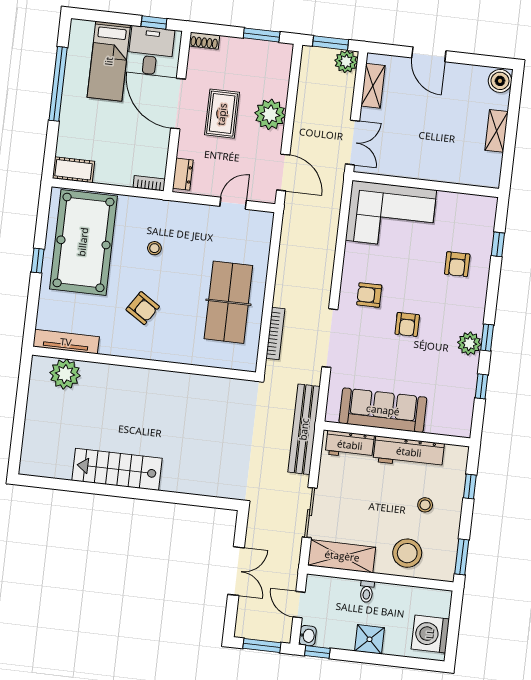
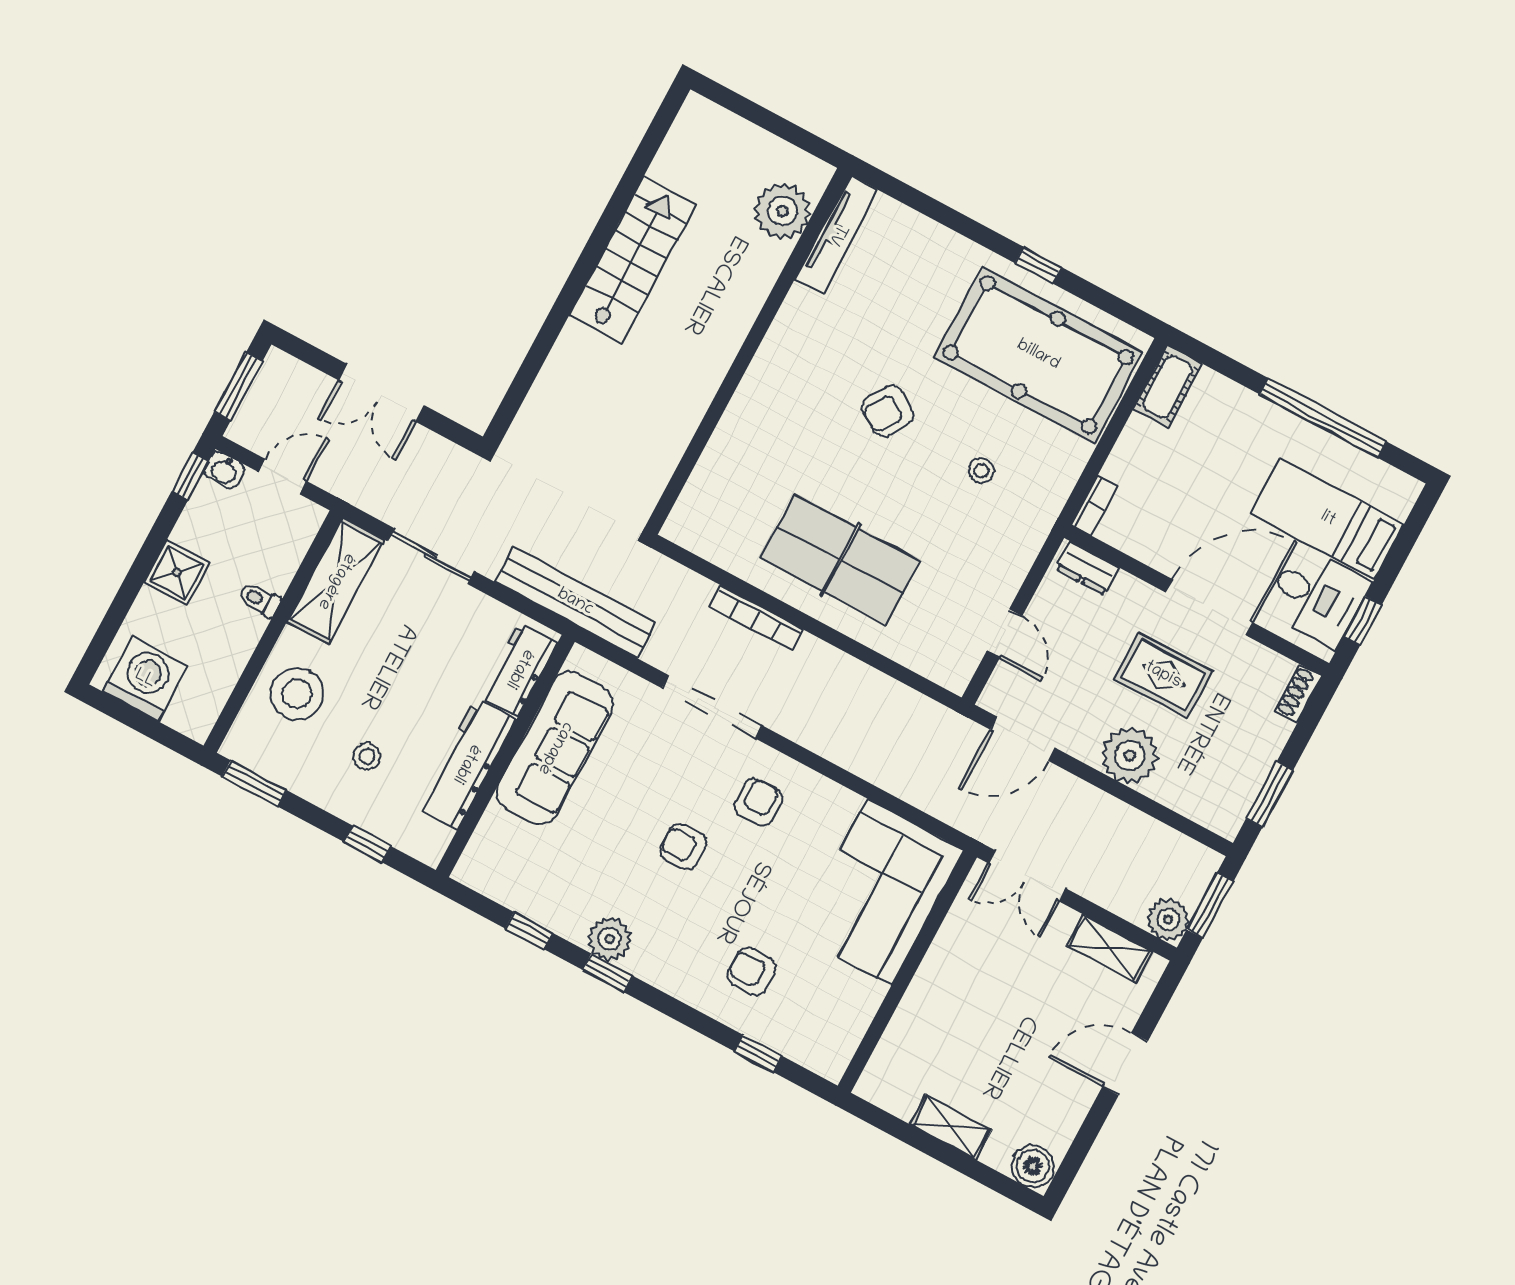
tv unit: (66, 342) -> (837, 234), moved
wall: (144, 364) -> (747, 351), moved
plant: (65, 374) -> (783, 211), moved

